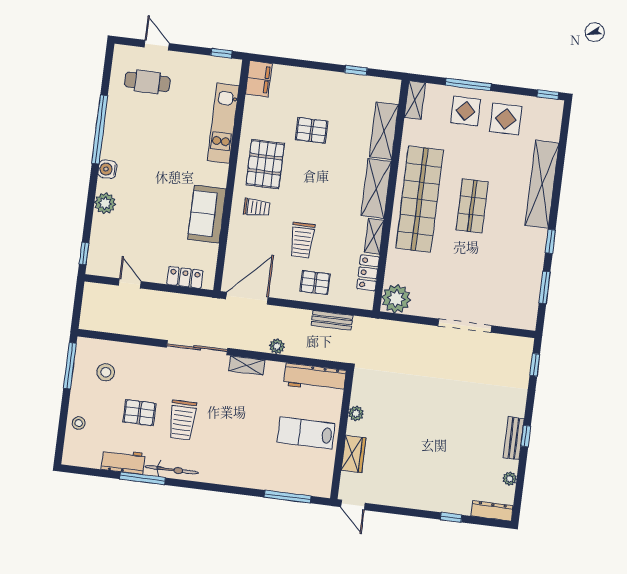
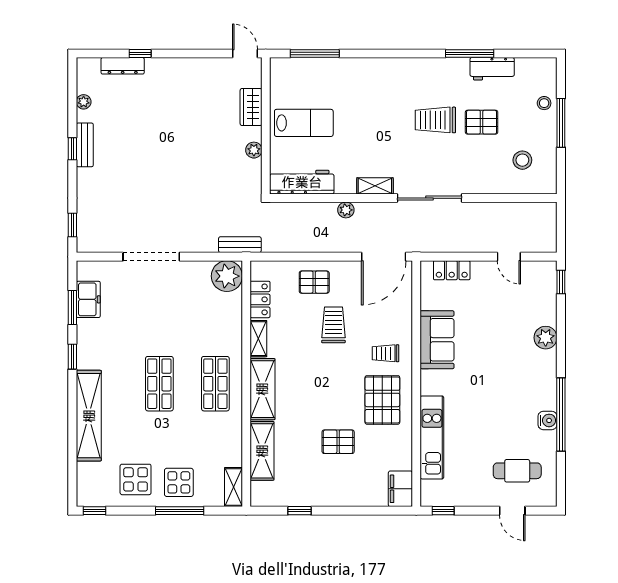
water cooler: (107, 169) -> (548, 420), moved
shop shelf: (420, 199) -> (215, 384), width x0.50, depth x0.74
freezer: (529, 293) -> (88, 299), added
bench: (332, 320) -> (240, 245), moved
window: (70, 366) -> (561, 123), moved
trolley: (182, 420) -> (435, 120), turned -90
bicycle: (172, 470) -> (440, 66), removed
dresser: (492, 511) -> (123, 66), moved

